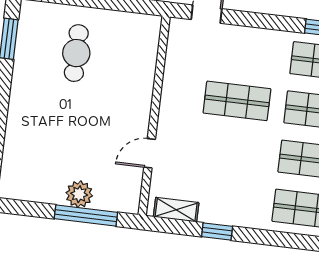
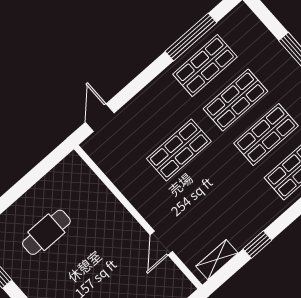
cafe table: (76, 53) -> (46, 232), turned 90

